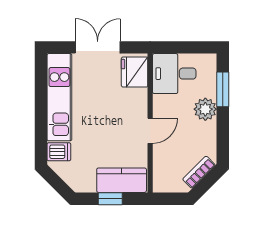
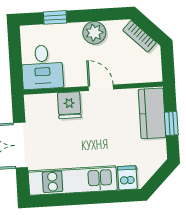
fridge: (135, 72) -> (69, 105), moved, width x0.72
window: (223, 89) -> (55, 17), width x0.67
plant: (205, 109) -> (94, 33), moved

